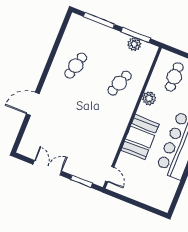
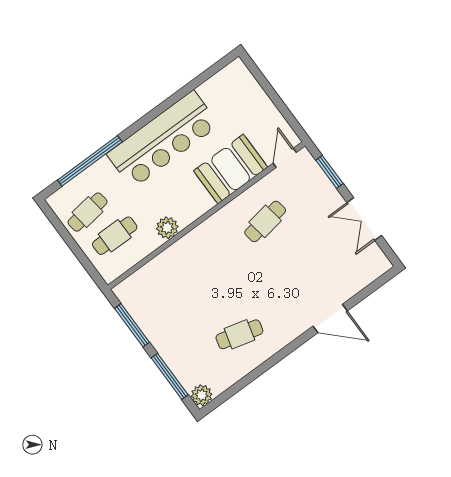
plant: (134, 44) -> (202, 395), moved
cafe table: (119, 83) -> (265, 221), moved, turned -30
booth: (140, 137) -> (231, 169), moved

